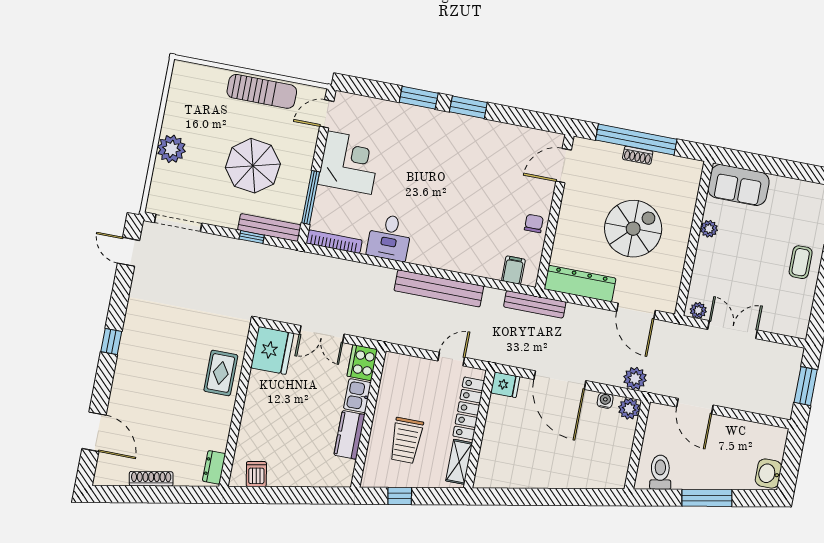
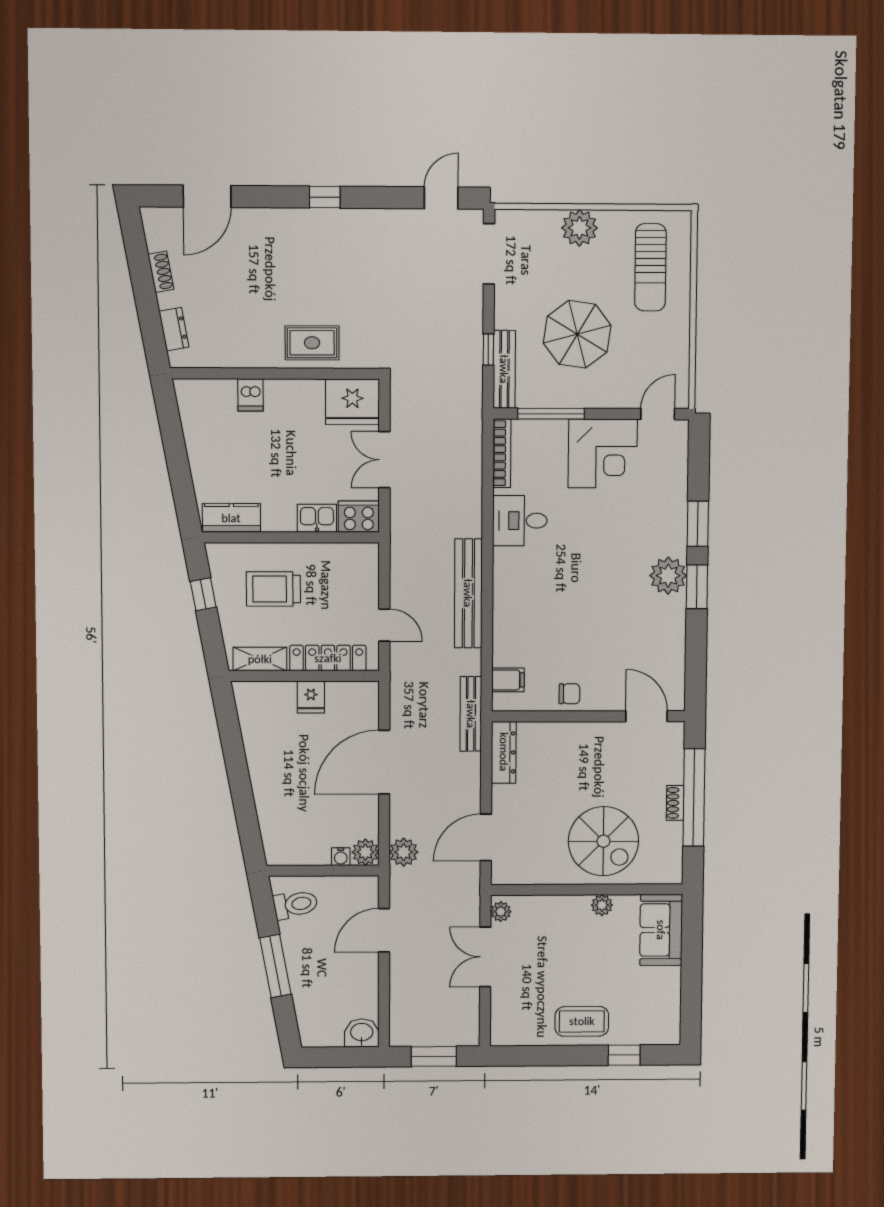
sun lounger: (262, 91) -> (650, 267), moved
door: (327, 114) -> (658, 414), hinge flipped
plant: (455, 128) -> (668, 576), added
spiral stairs: (633, 229) -> (603, 841), moved
coffee table: (801, 262) -> (582, 1021), width x1.36, depth x1.30
dresser: (580, 284) -> (504, 752), width x0.73, depth x0.80
double door: (733, 330) -> (485, 957), swing flipped
fridge: (505, 385) -> (311, 697), moved
water cooler: (605, 400) -> (341, 857), moved, turned 90
kitchen counter: (349, 435) -> (231, 518), moved
dresser: (214, 467) -> (174, 329), moved, turned 79
dishwasher: (256, 474) -> (250, 395), moved, turned 101
washbasin: (768, 474) -> (362, 1033), moved
shoe rack: (151, 479) -> (161, 272), width x0.70

